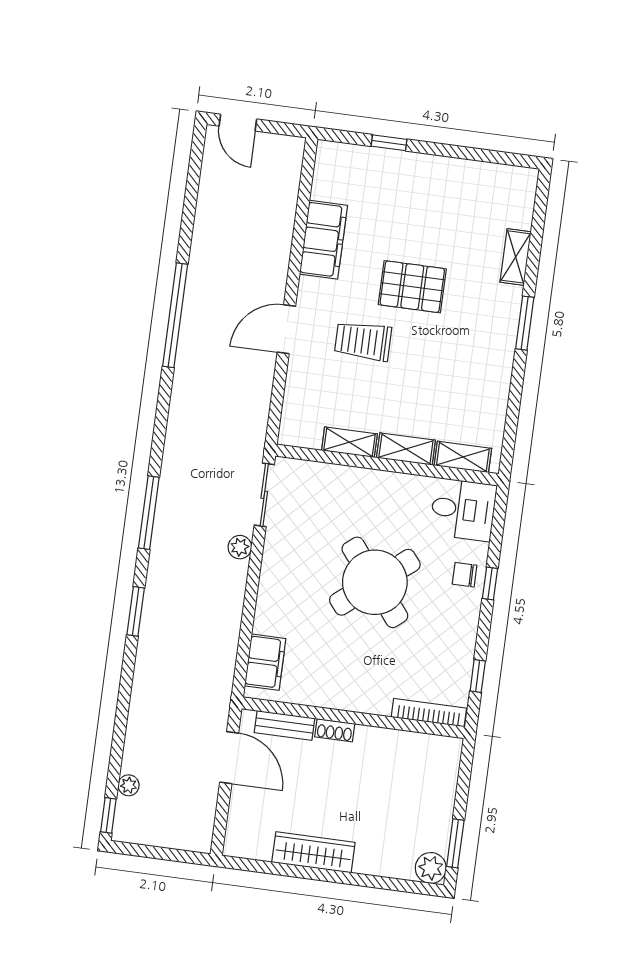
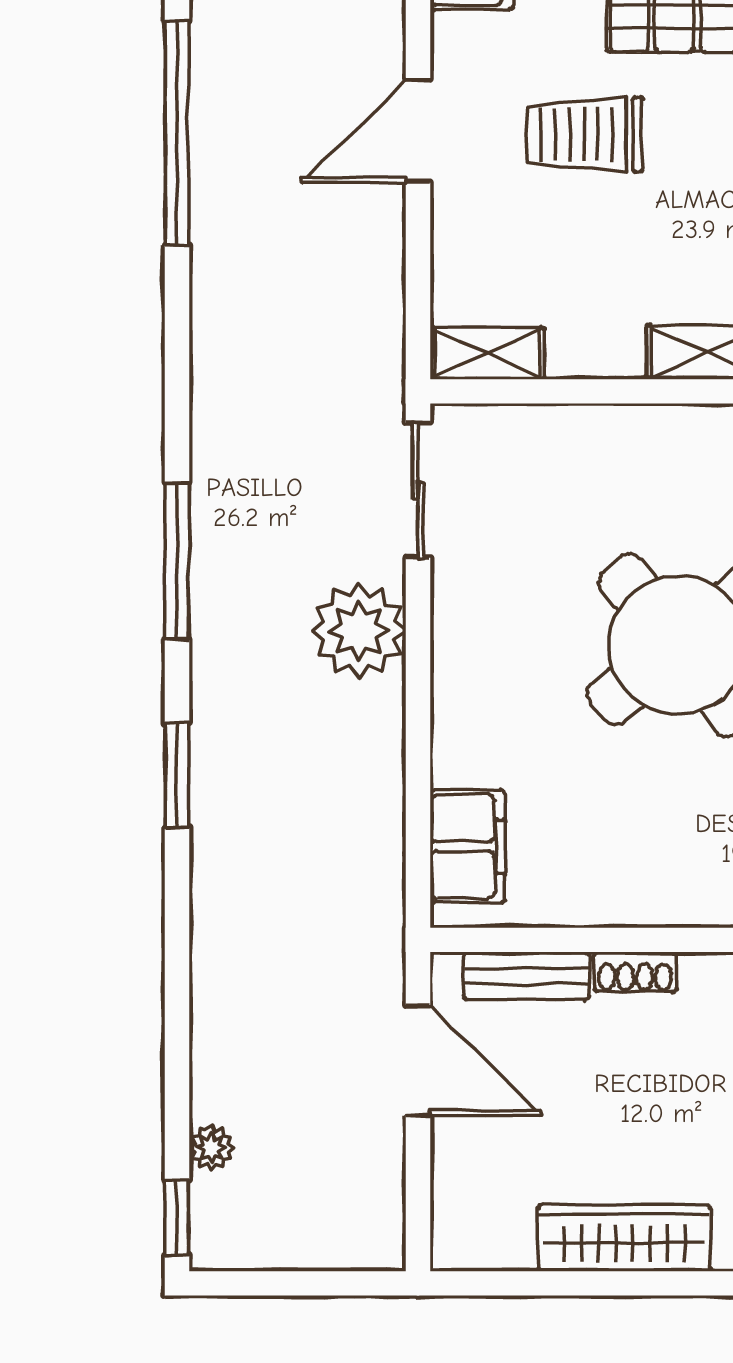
shelving: (349, 442) -> (487, 354), moved
plant: (240, 547) -> (359, 631), width x1.88, depth x1.88

